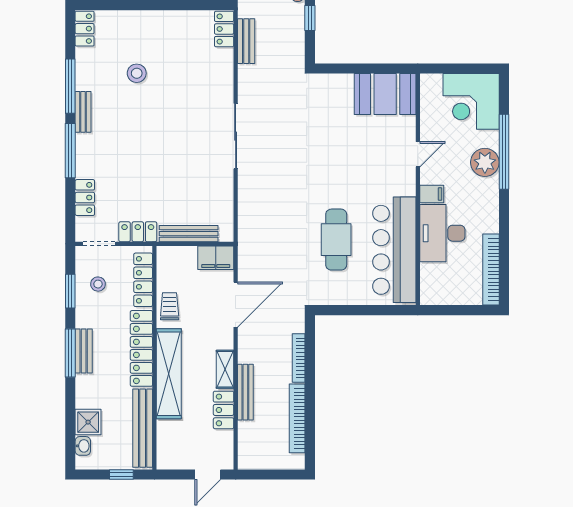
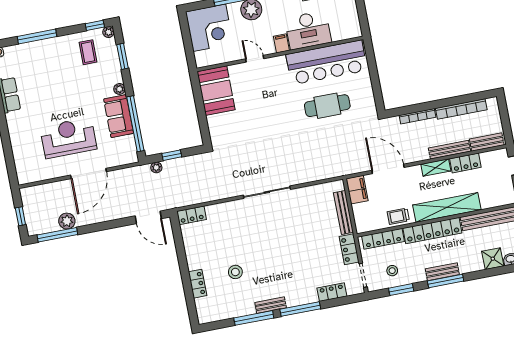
locker: (85, 29) -> (198, 284), moved, turned 90
bench: (246, 41) -> (487, 142), moved

